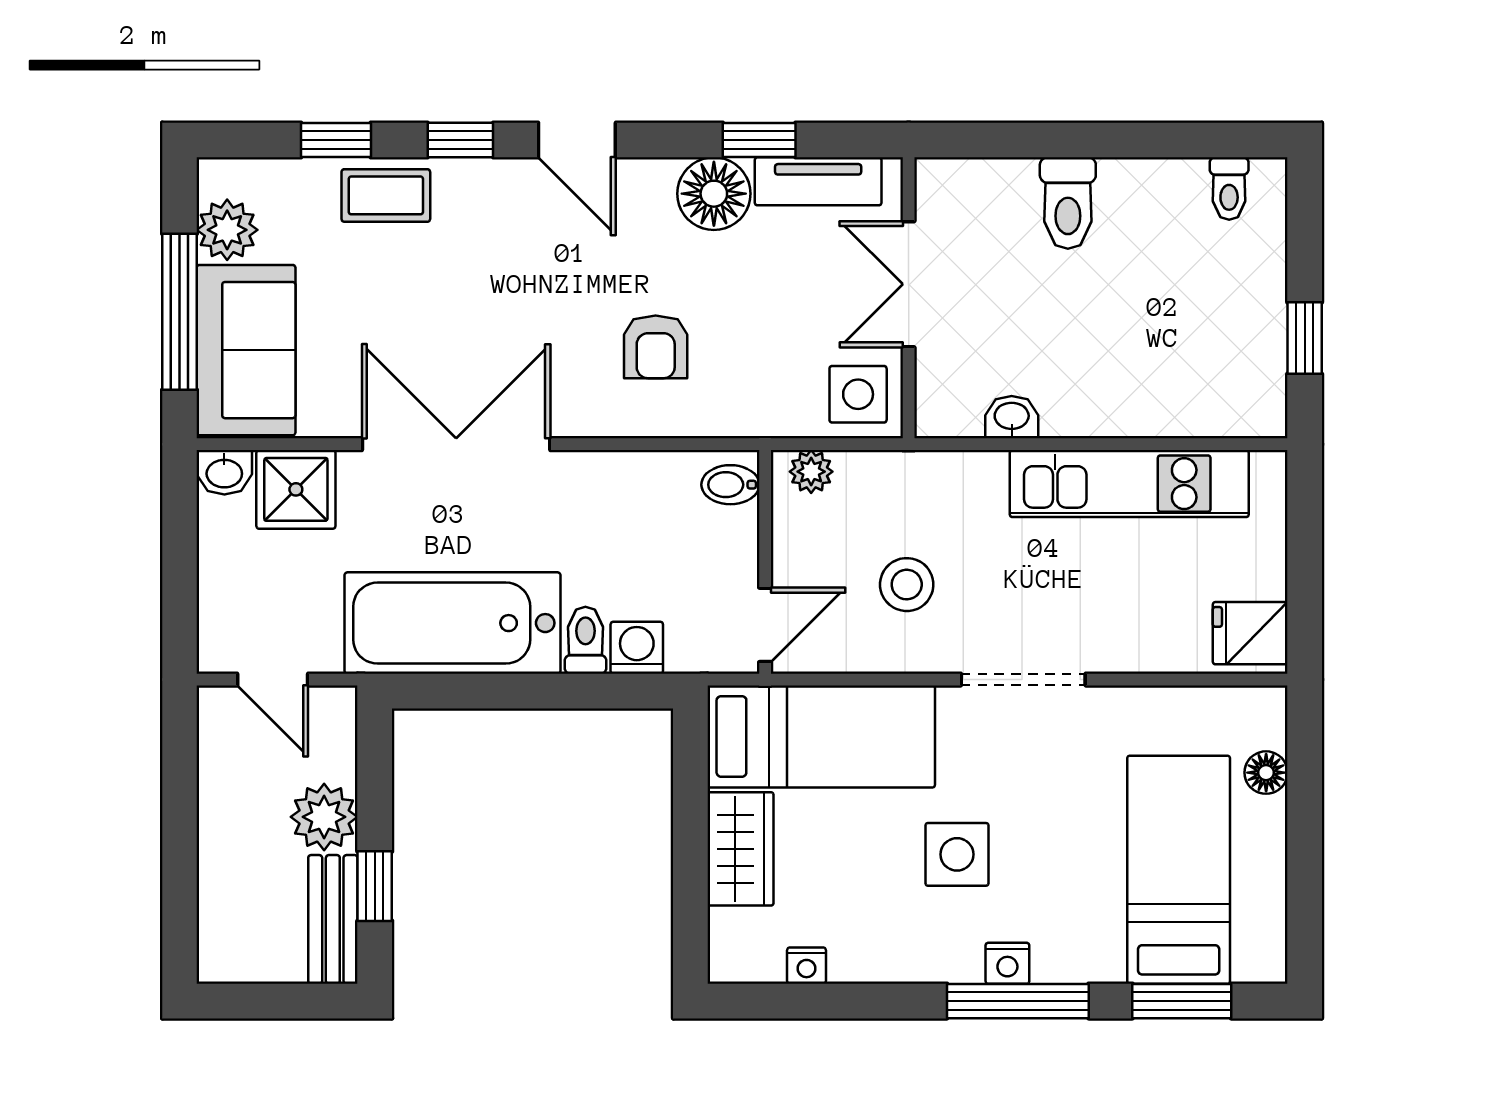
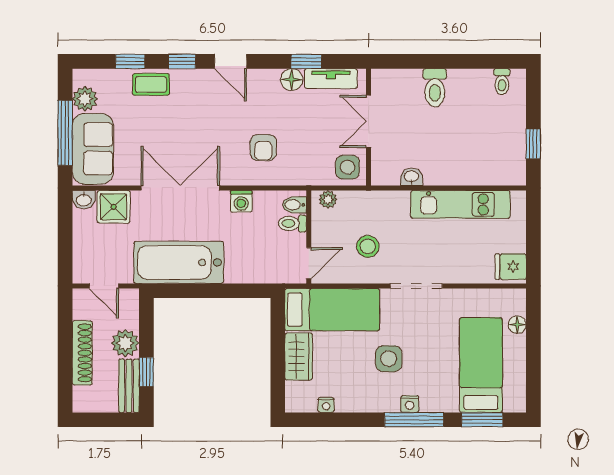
floor lamp: (714, 194) -> (292, 80), width x0.73, depth x0.73
toilet: (585, 640) -> (292, 223), moved, turned -90
washing machine: (637, 648) -> (241, 201), moved, turned 180
shoe rack: (221, 840) -> (82, 353), added

